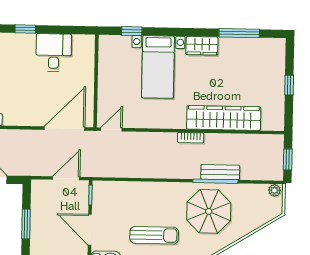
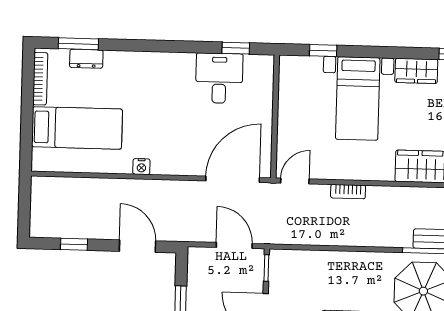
window: (25, 29) -> (236, 48), moved
bookcase: (191, 138) -> (348, 192), moved
door: (66, 178) -> (234, 245), hinge flipped

